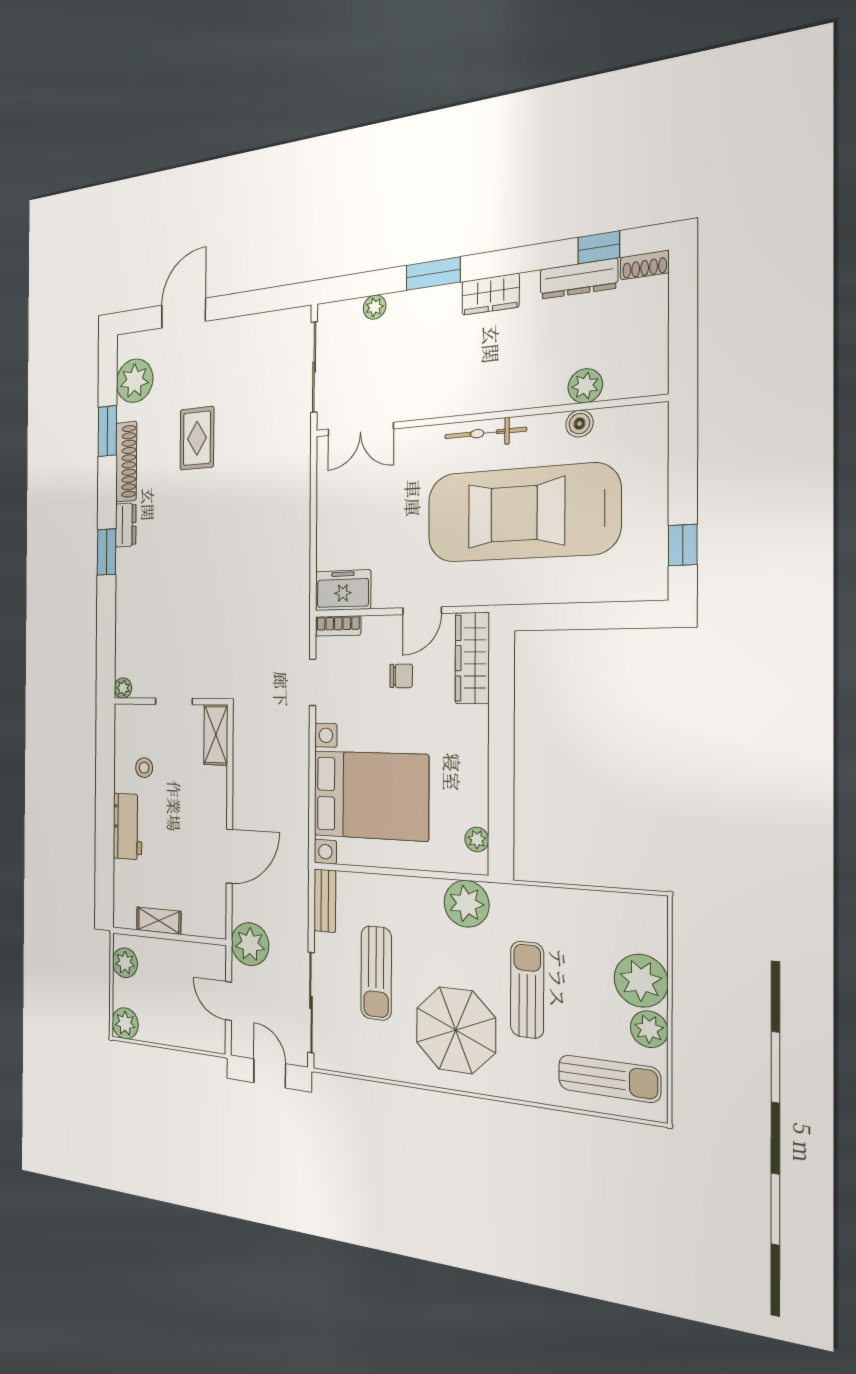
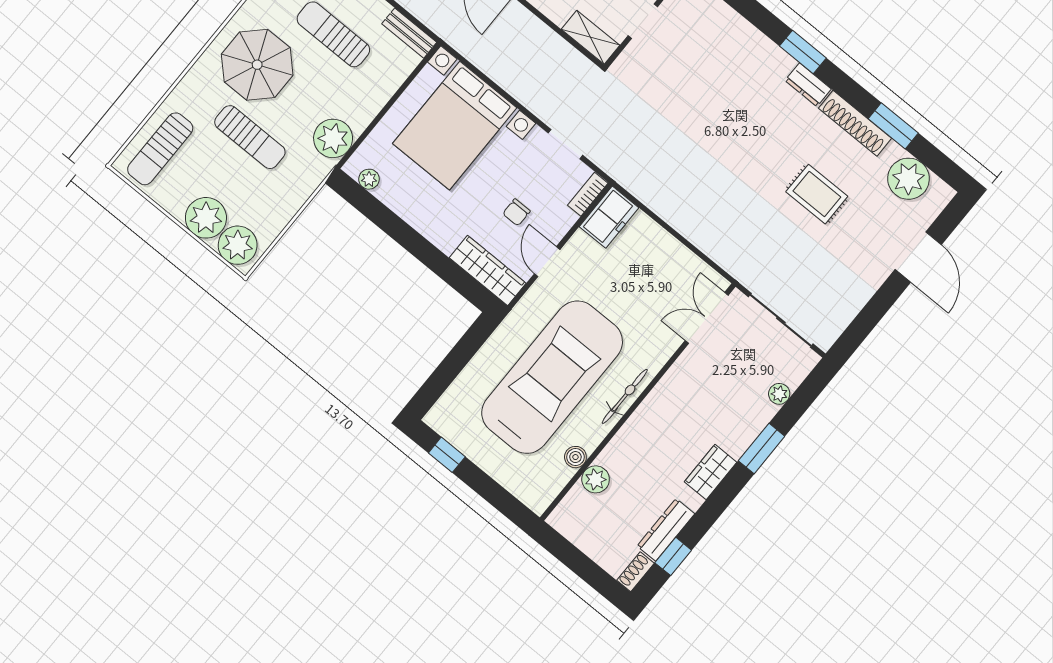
plant: (649, 1029) -> (238, 245), moved, width x1.36, depth x1.36

